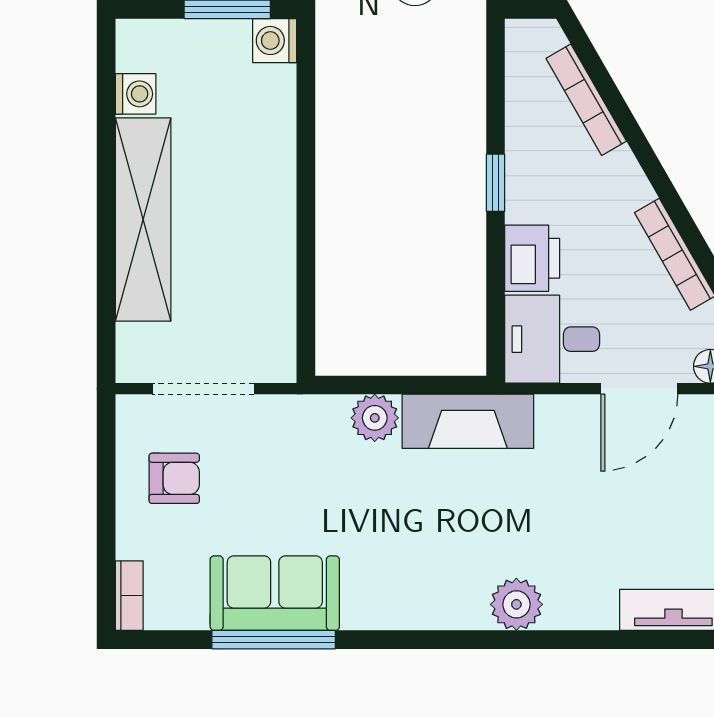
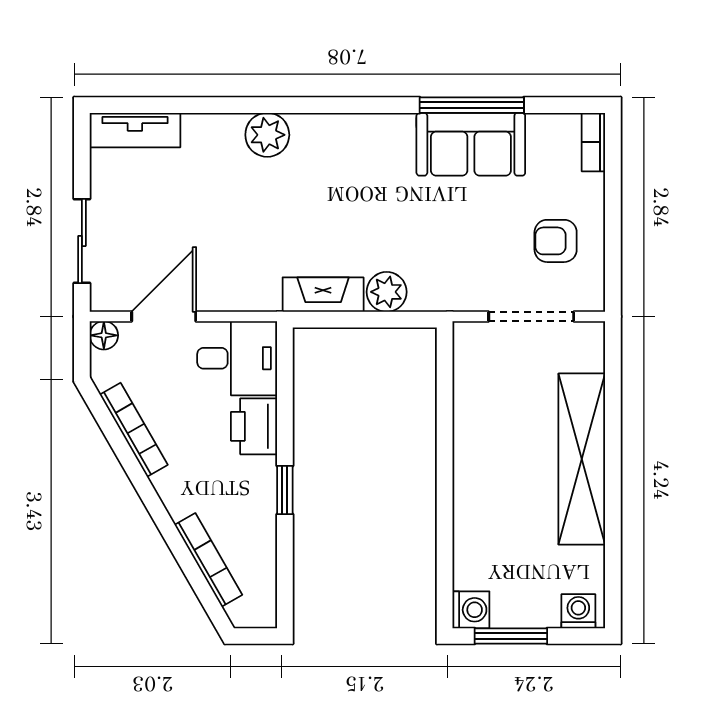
washing machine: (136, 94) -> (578, 611), moved, turned 90
fireplace: (468, 421) -> (323, 295), width x0.73, depth x0.76

